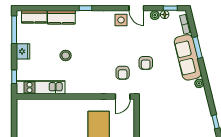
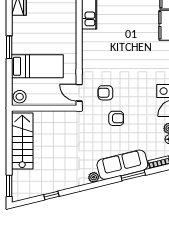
stool: (66, 55) -> (124, 30), removed
armchair: (146, 63) -> (116, 118), turned 180

